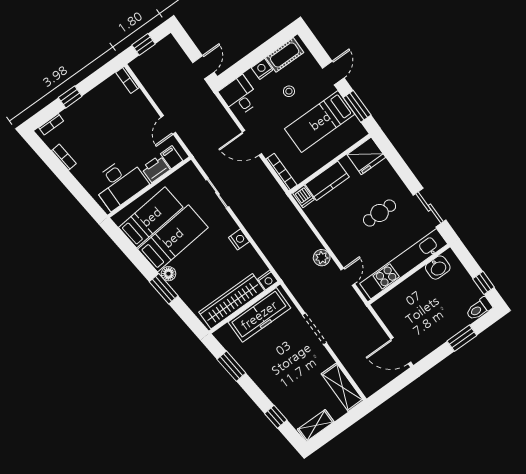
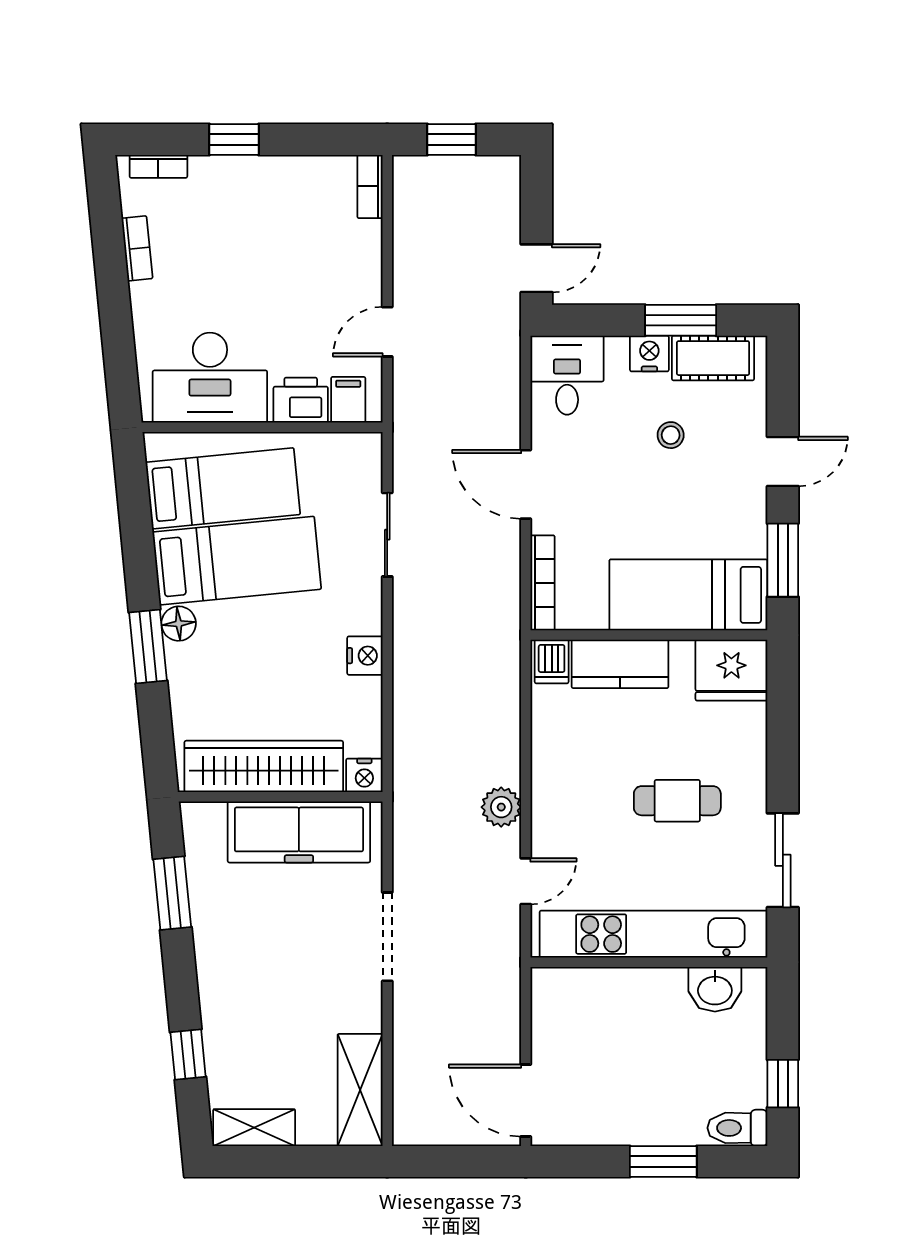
window: (265, 50) -> (681, 320), added
bed: (320, 121) -> (688, 595), moved

